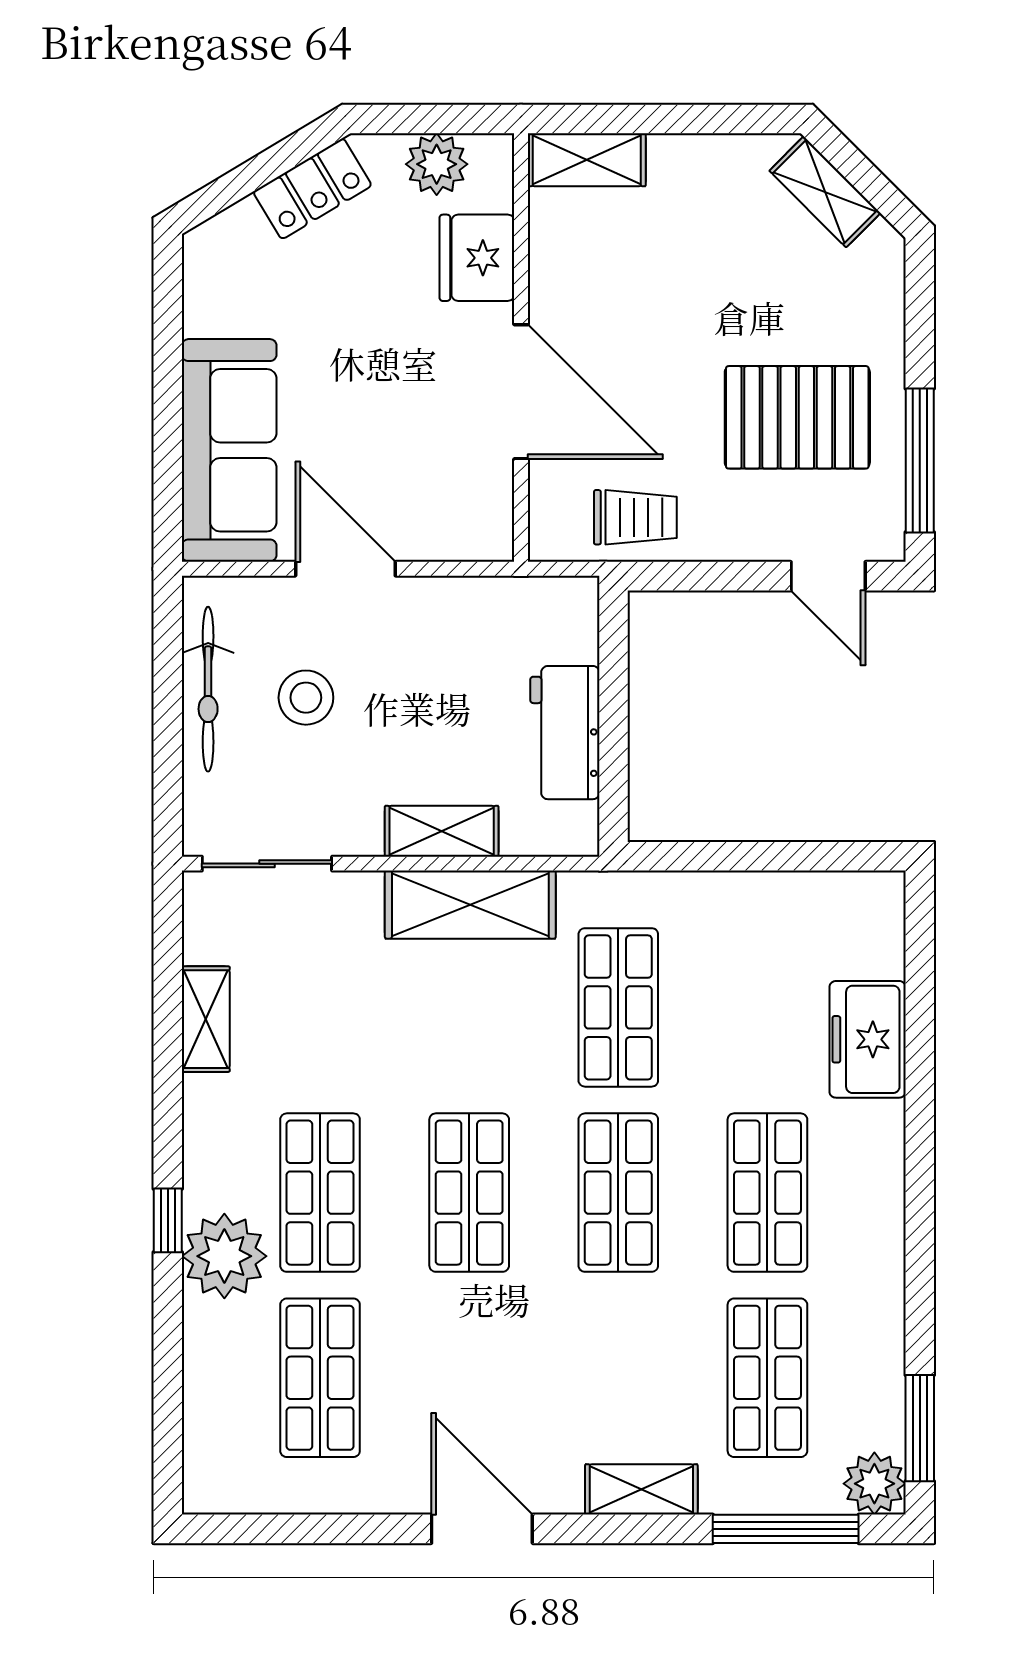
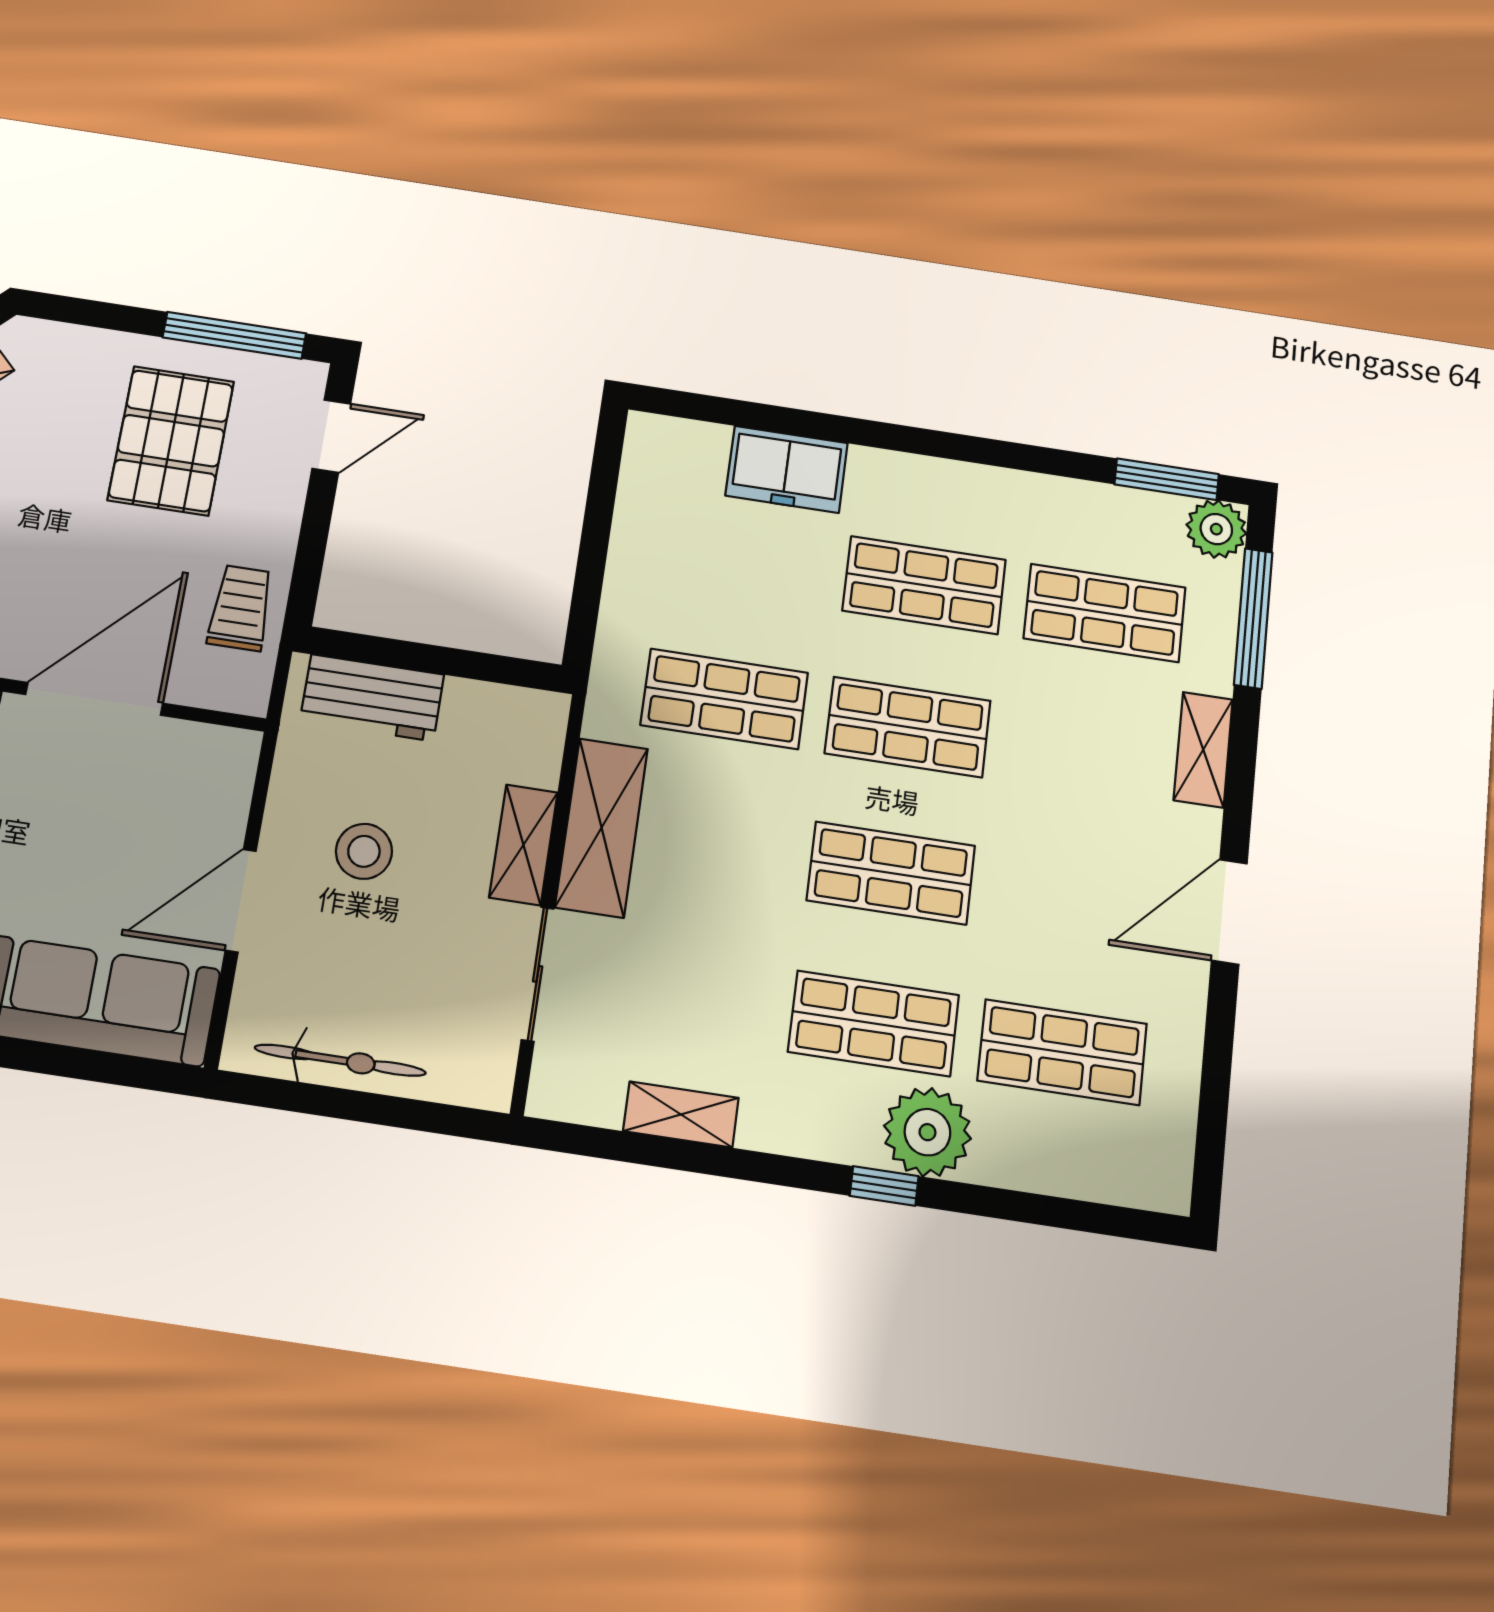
stool: (306, 698) -> (364, 851), moved
workbench: (565, 733) -> (372, 698), moved
sliding door: (267, 864) -> (538, 974), moved

